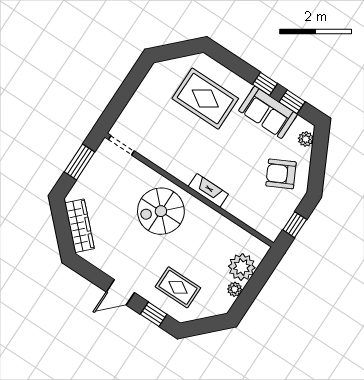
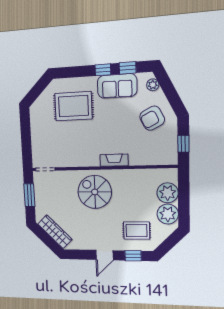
spiral stairs: (161, 211) -> (95, 192), turned 90
plant: (235, 289) -> (168, 214), width x1.87, depth x1.87

